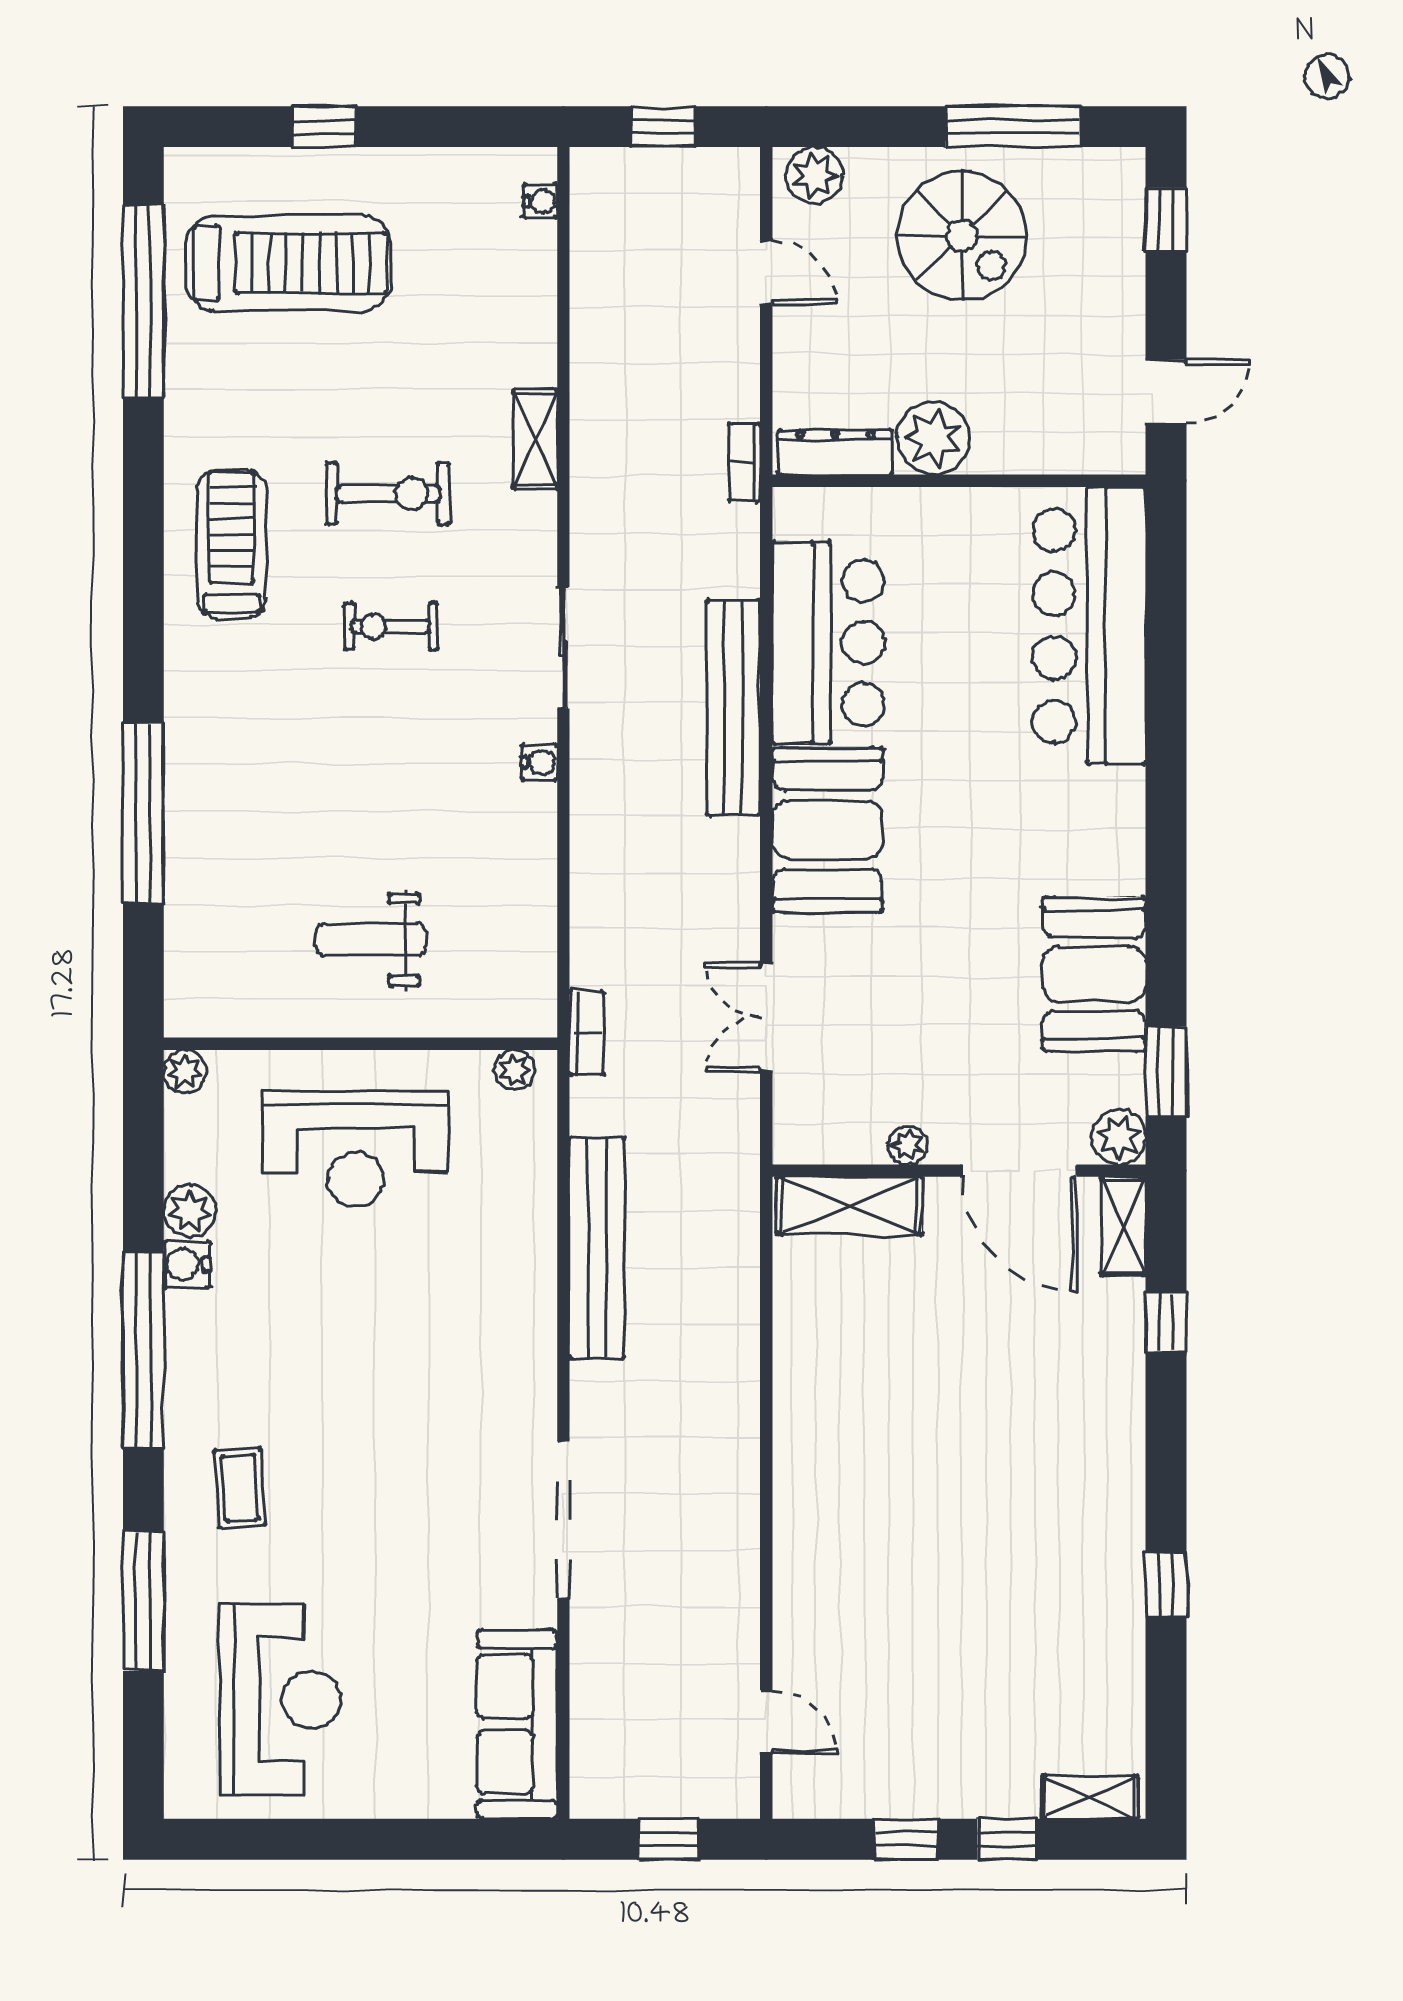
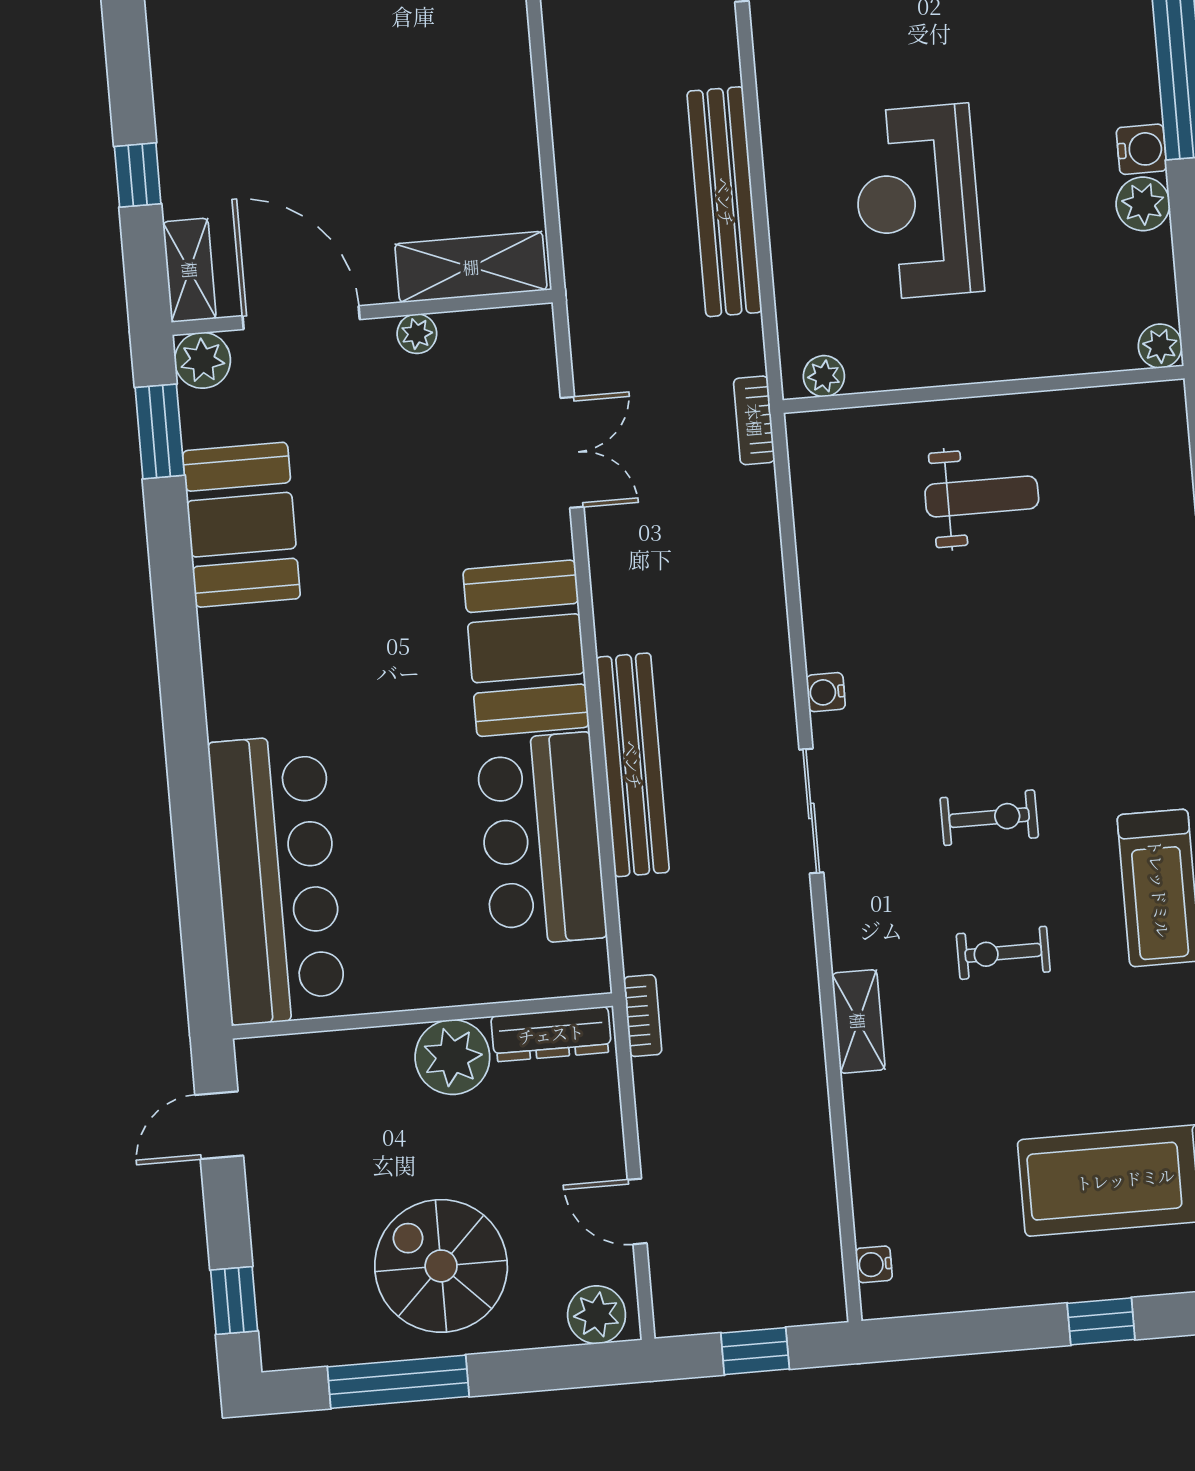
exercise bike: (388, 494) -> (1003, 953), width x0.73, depth x0.72
reception desk: (356, 1149) -> (917, 202), moved, turned -90

